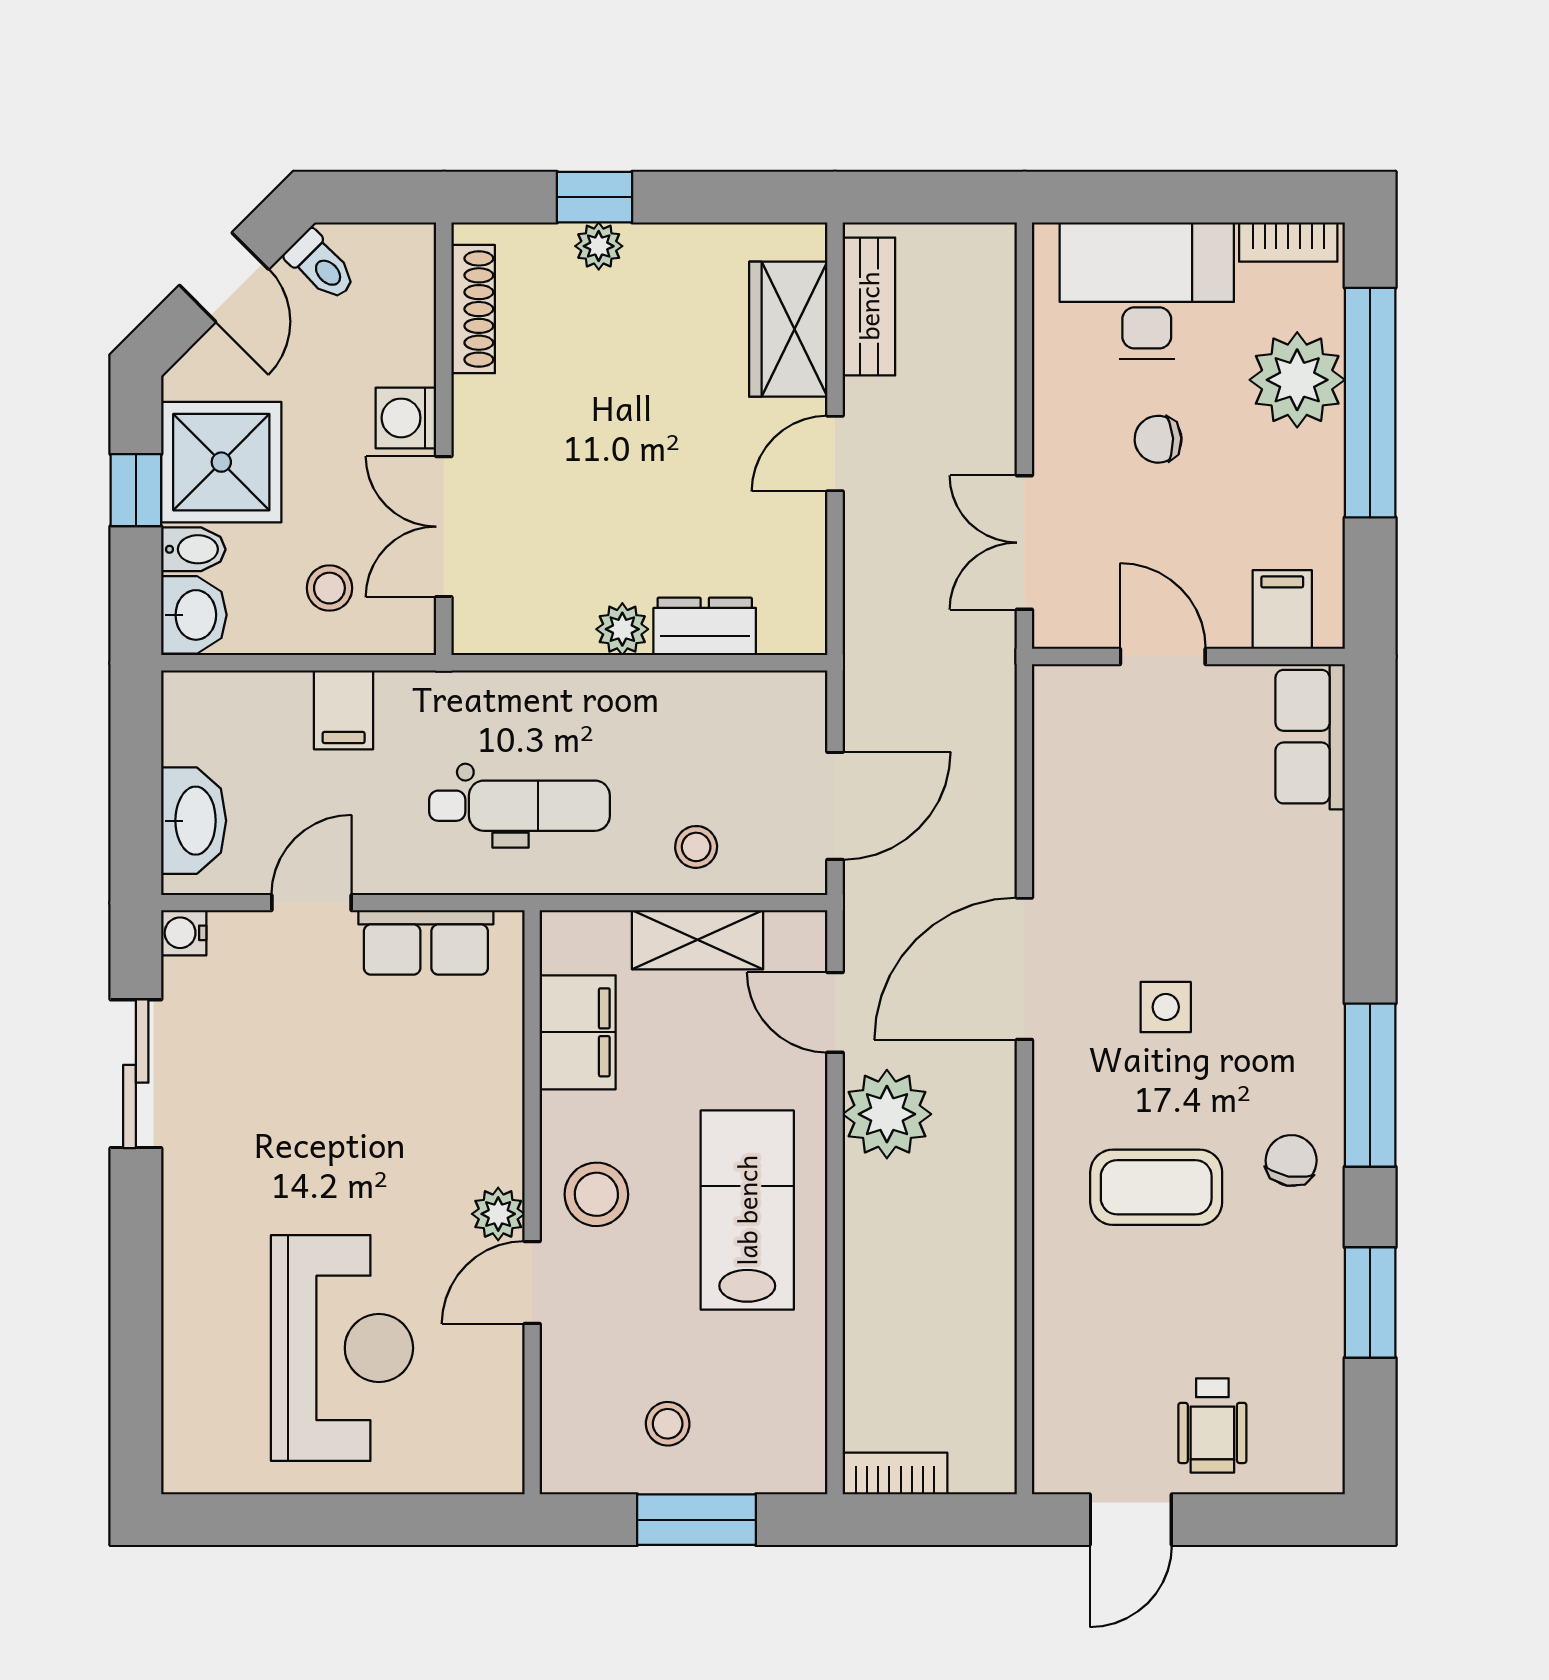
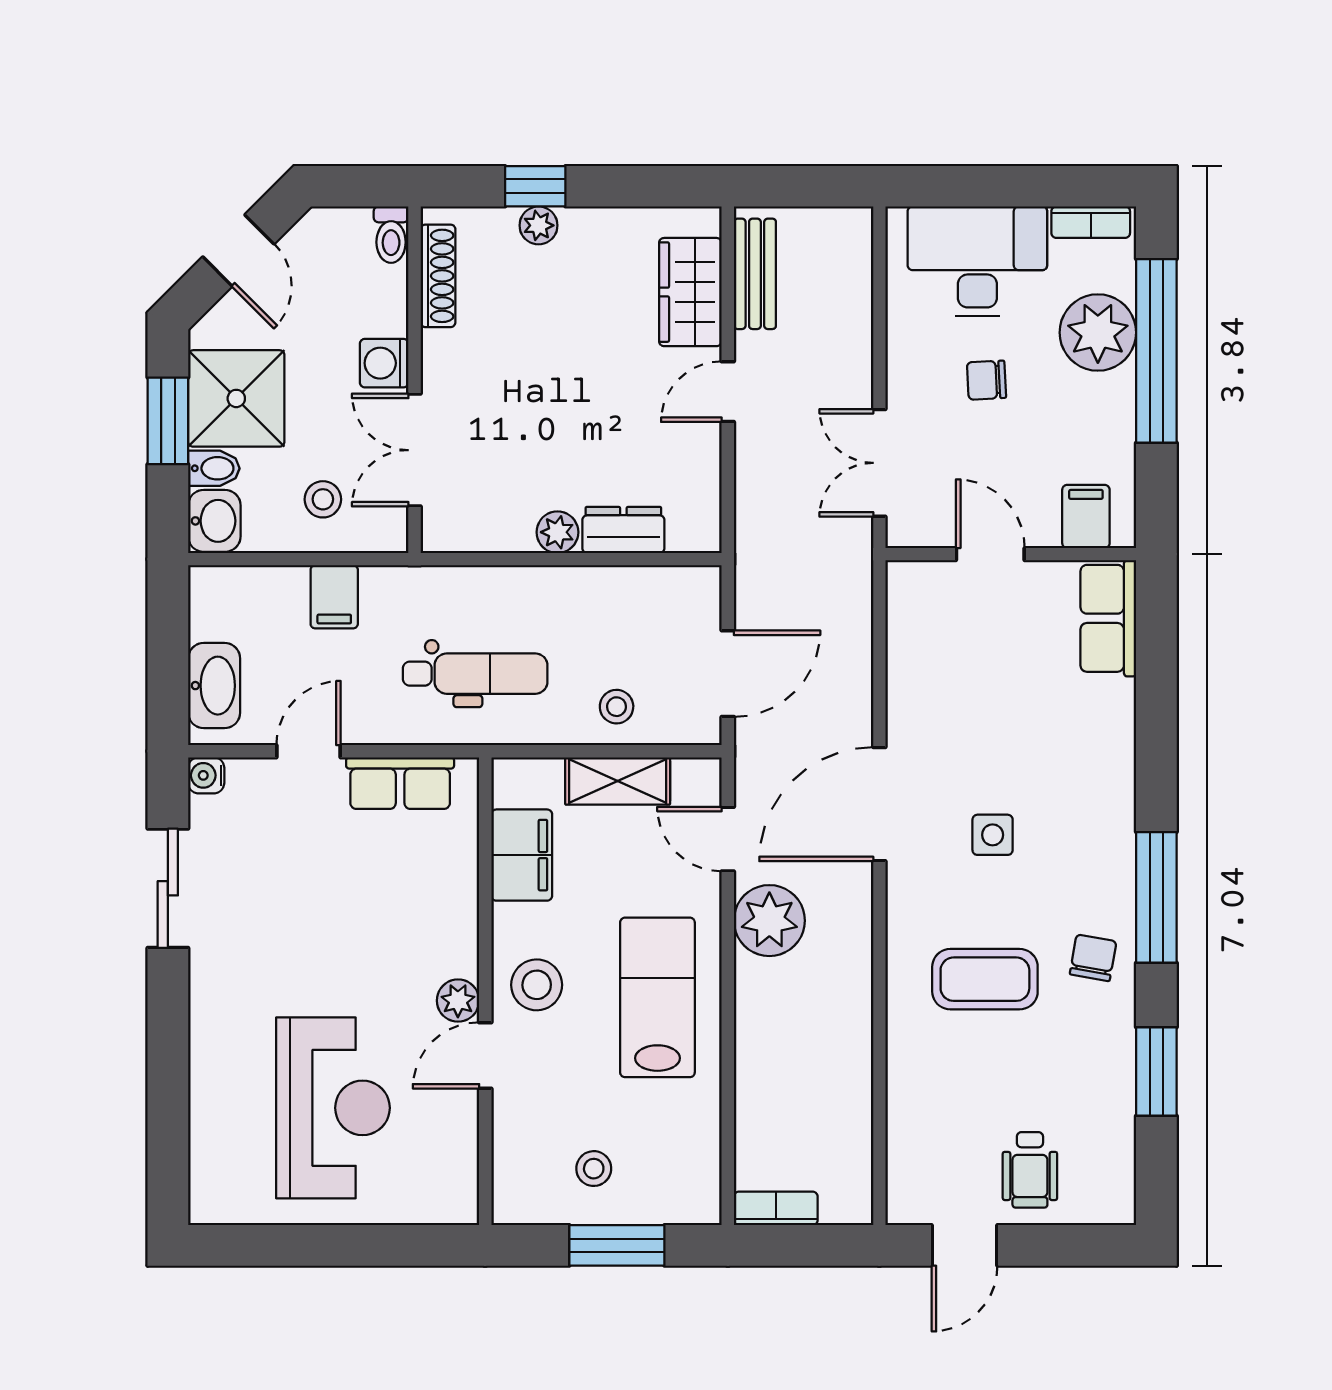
toilet: (321, 266) -> (391, 235), moved, turned 45
window: (136, 490) -> (168, 421), width x1.50

